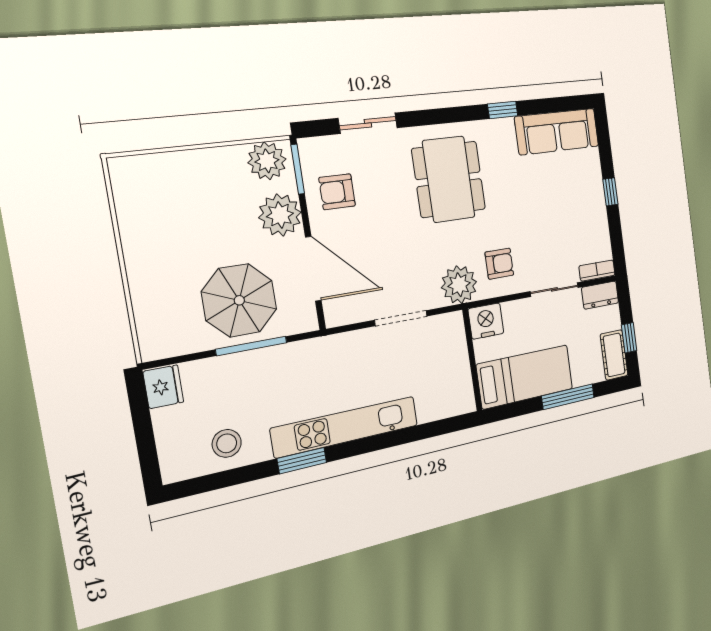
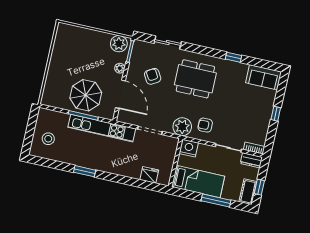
sofa: (557, 131) -> (264, 77), width x0.73
dining table: (449, 179) -> (195, 79), turned 90
armchair: (337, 192) -> (153, 76), moved, turned 59
plant: (280, 215) -> (120, 68), width x0.53, depth x0.53
armchair: (499, 264) -> (205, 125), turned 180
fridge: (163, 387) -> (149, 175), moved, turned -90
kitchen unit: (346, 427) -> (102, 128), moved, turned 180
stool: (227, 443) -> (48, 139), moved

